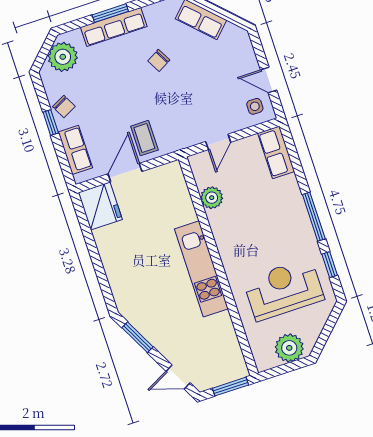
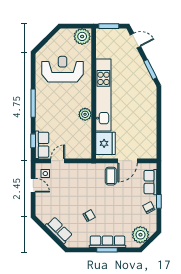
door: (218, 142) -> (58, 161), moved
plant: (212, 198) -> (85, 114), moved
fridge: (100, 206) -> (106, 143), moved, turned 180
window: (330, 265) -> (33, 141), moved
kitchen unit: (201, 269) -> (103, 95), width x1.36
reception desk: (284, 289) -> (63, 69), turned 180
plant: (289, 348) -> (82, 36), moved

